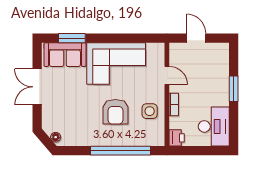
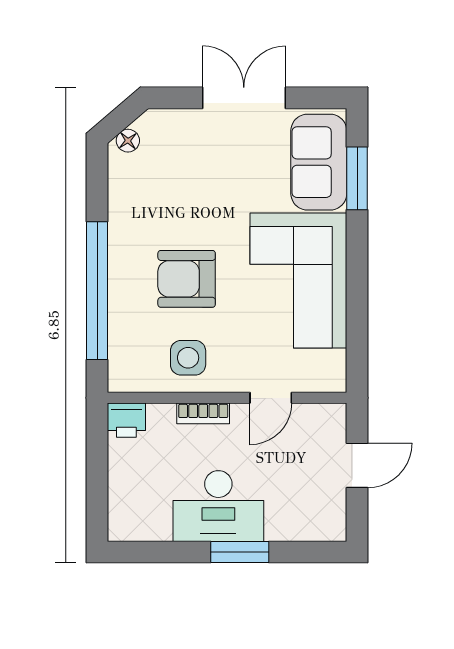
desk: (214, 126) -> (218, 506), moved

